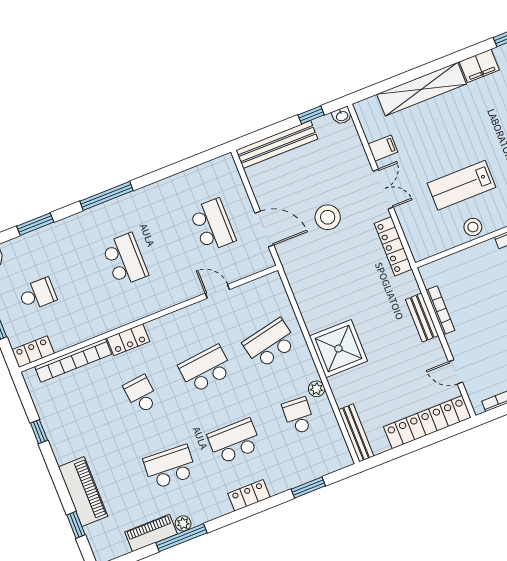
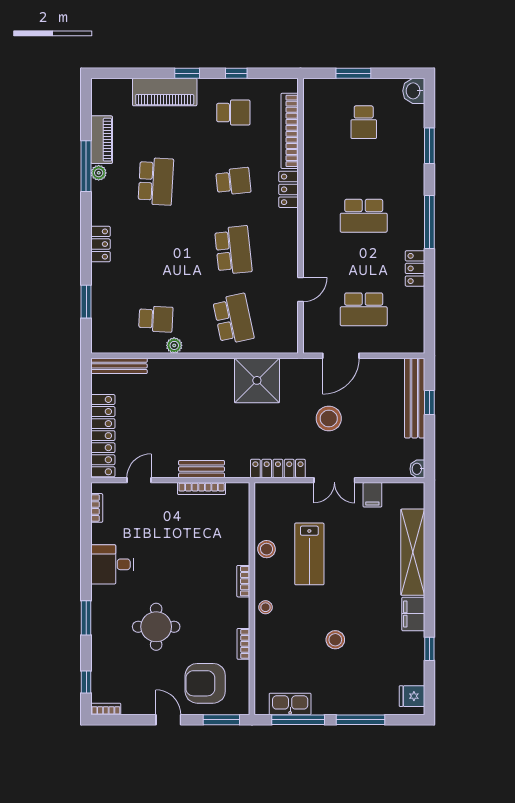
window: (311, 115) -> (429, 403), moved
lab bench: (462, 185) -> (309, 554), turned 180
shower: (338, 349) -> (257, 380), moved
locker: (33, 352) -> (415, 268), moved, turned 180
school desk: (234, 441) -> (233, 113), moved, width x0.54
window: (76, 525) -> (187, 73), moved

